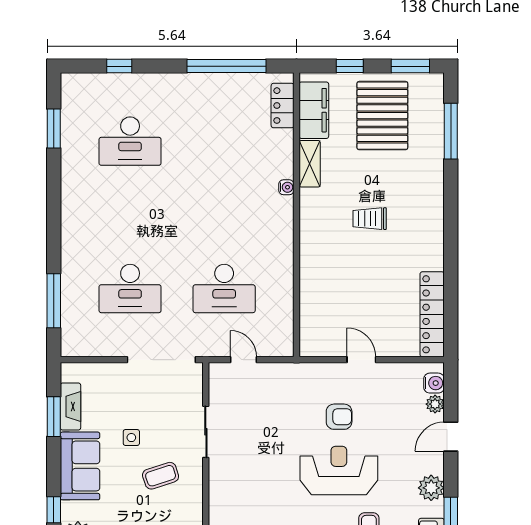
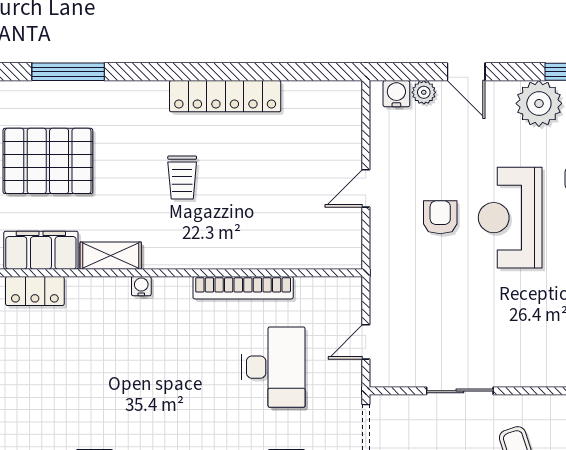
bookcase: (285, 265) -> (243, 288), added
locker: (432, 314) -> (225, 96), moved
plant: (431, 488) -> (539, 103), width x1.36, depth x1.36

